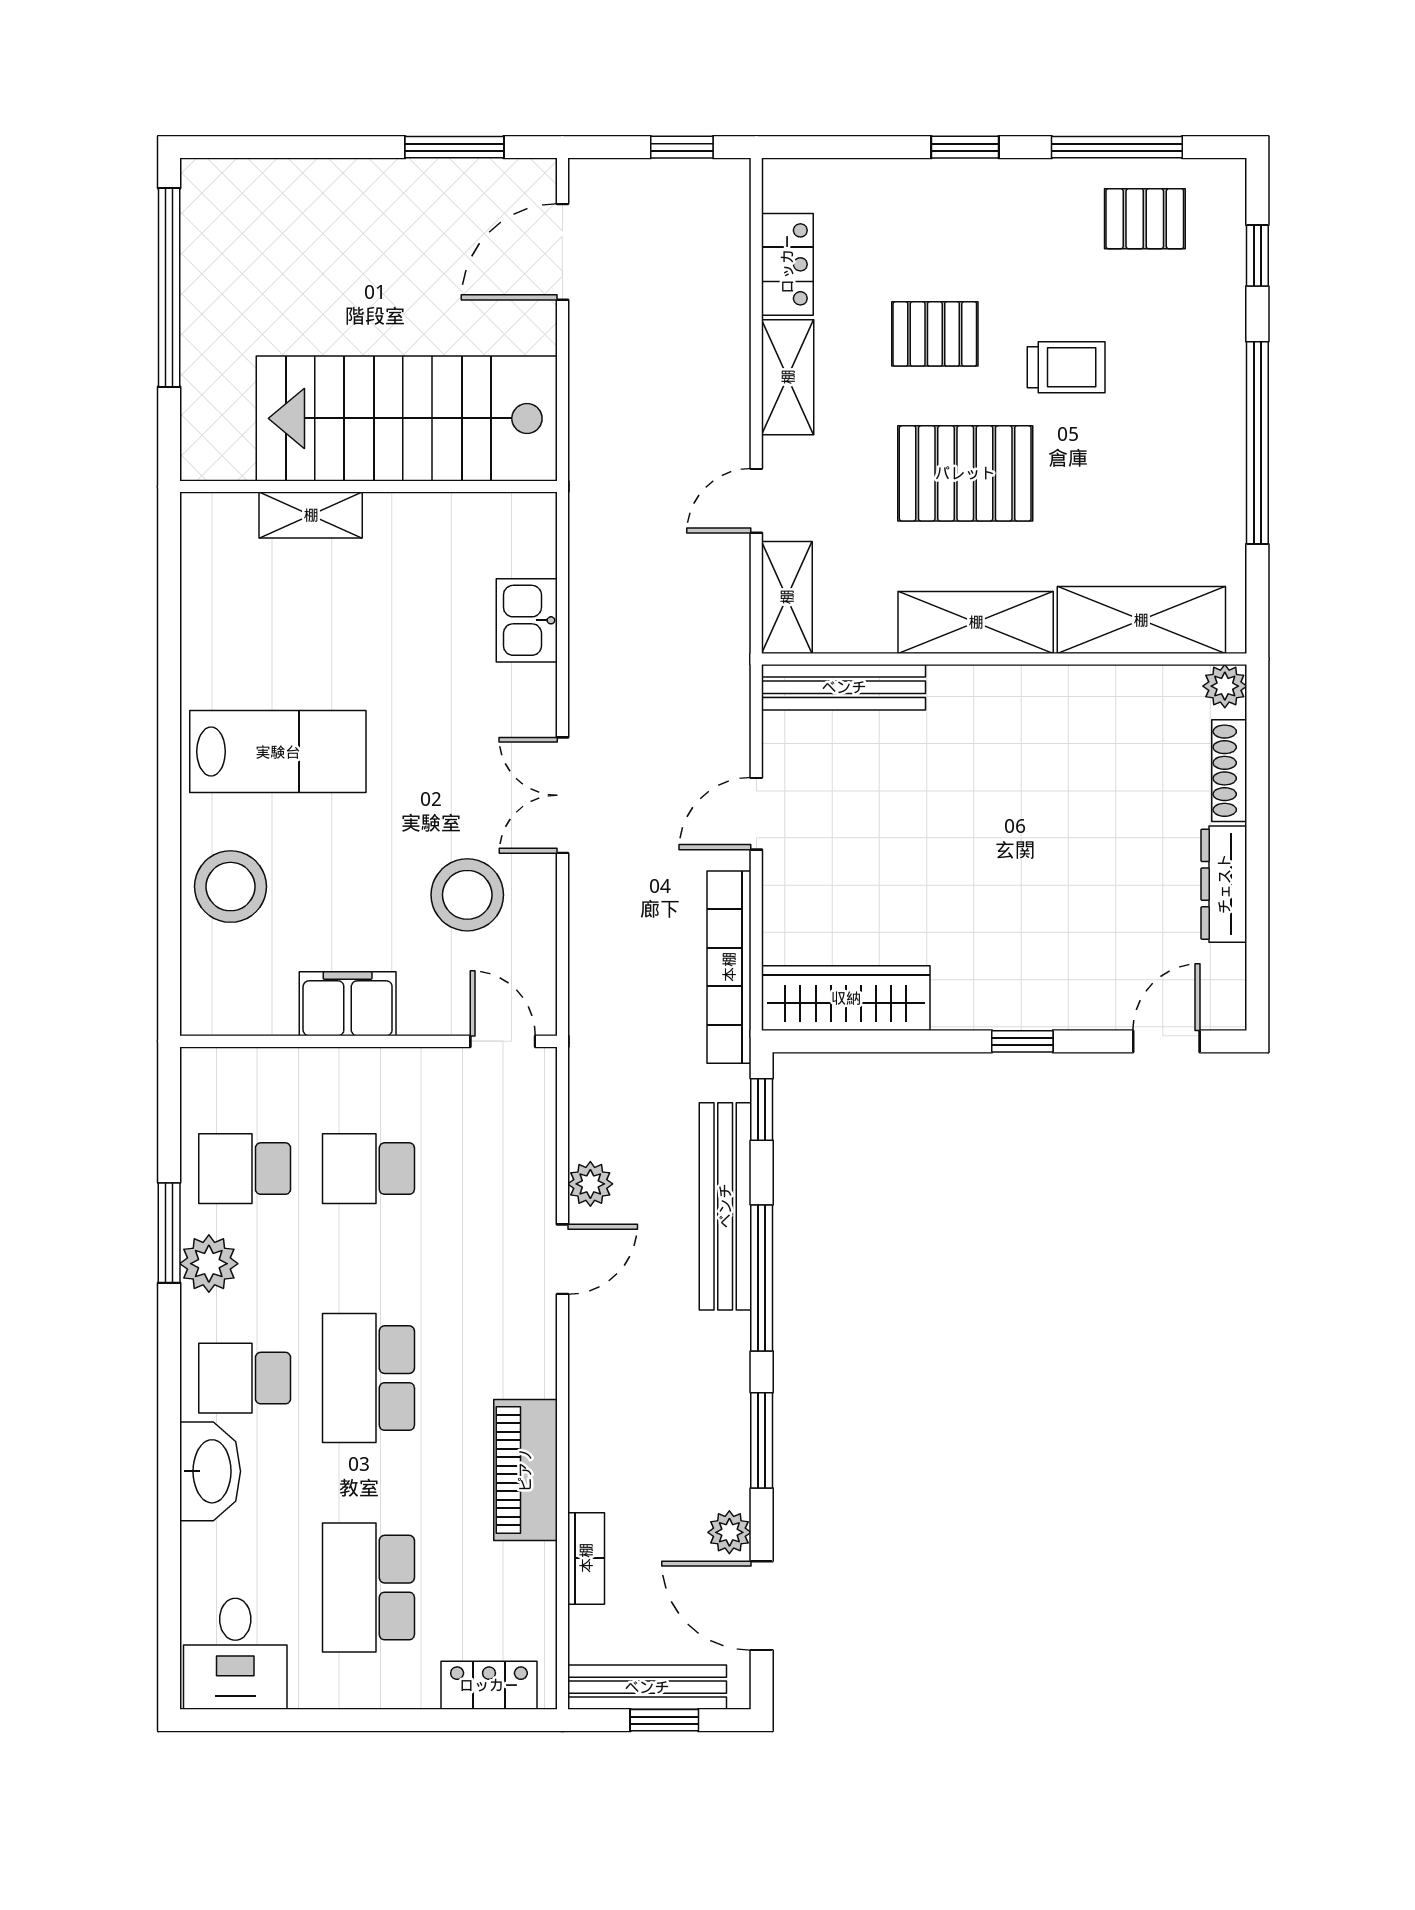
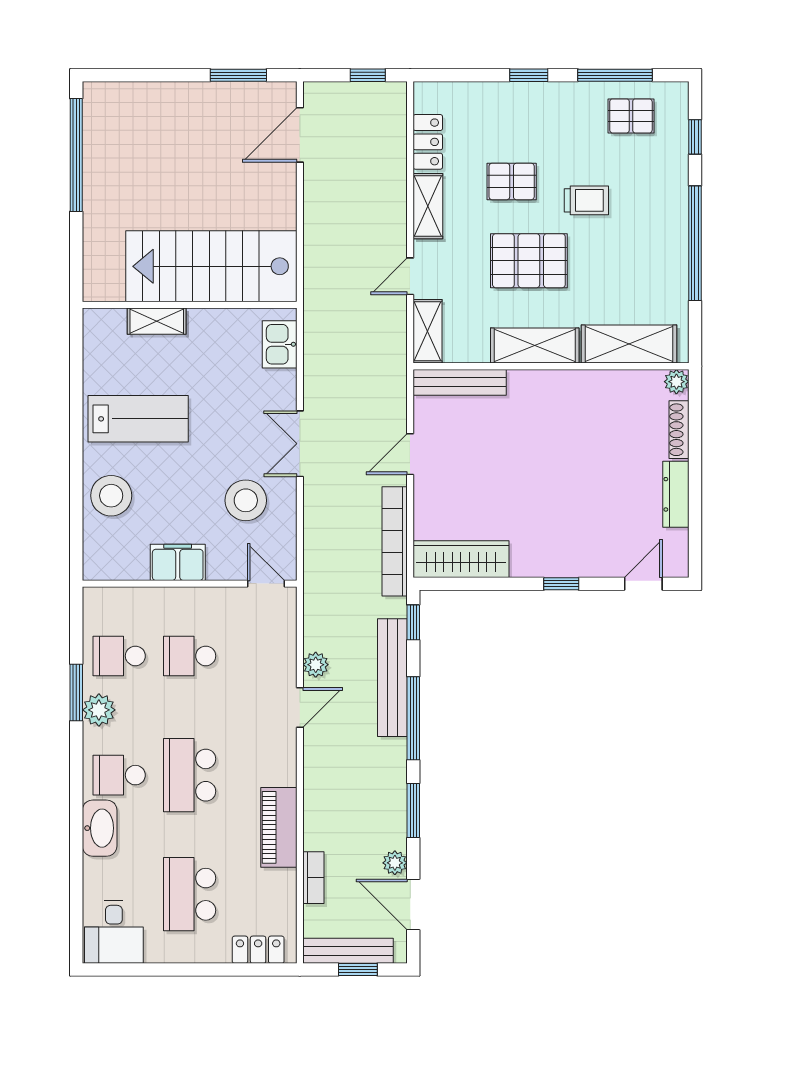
stairs: (407, 418) -> (211, 266), moved
wall: (368, 487) -> (190, 305), moved
shelving: (311, 515) -> (157, 321), moved

